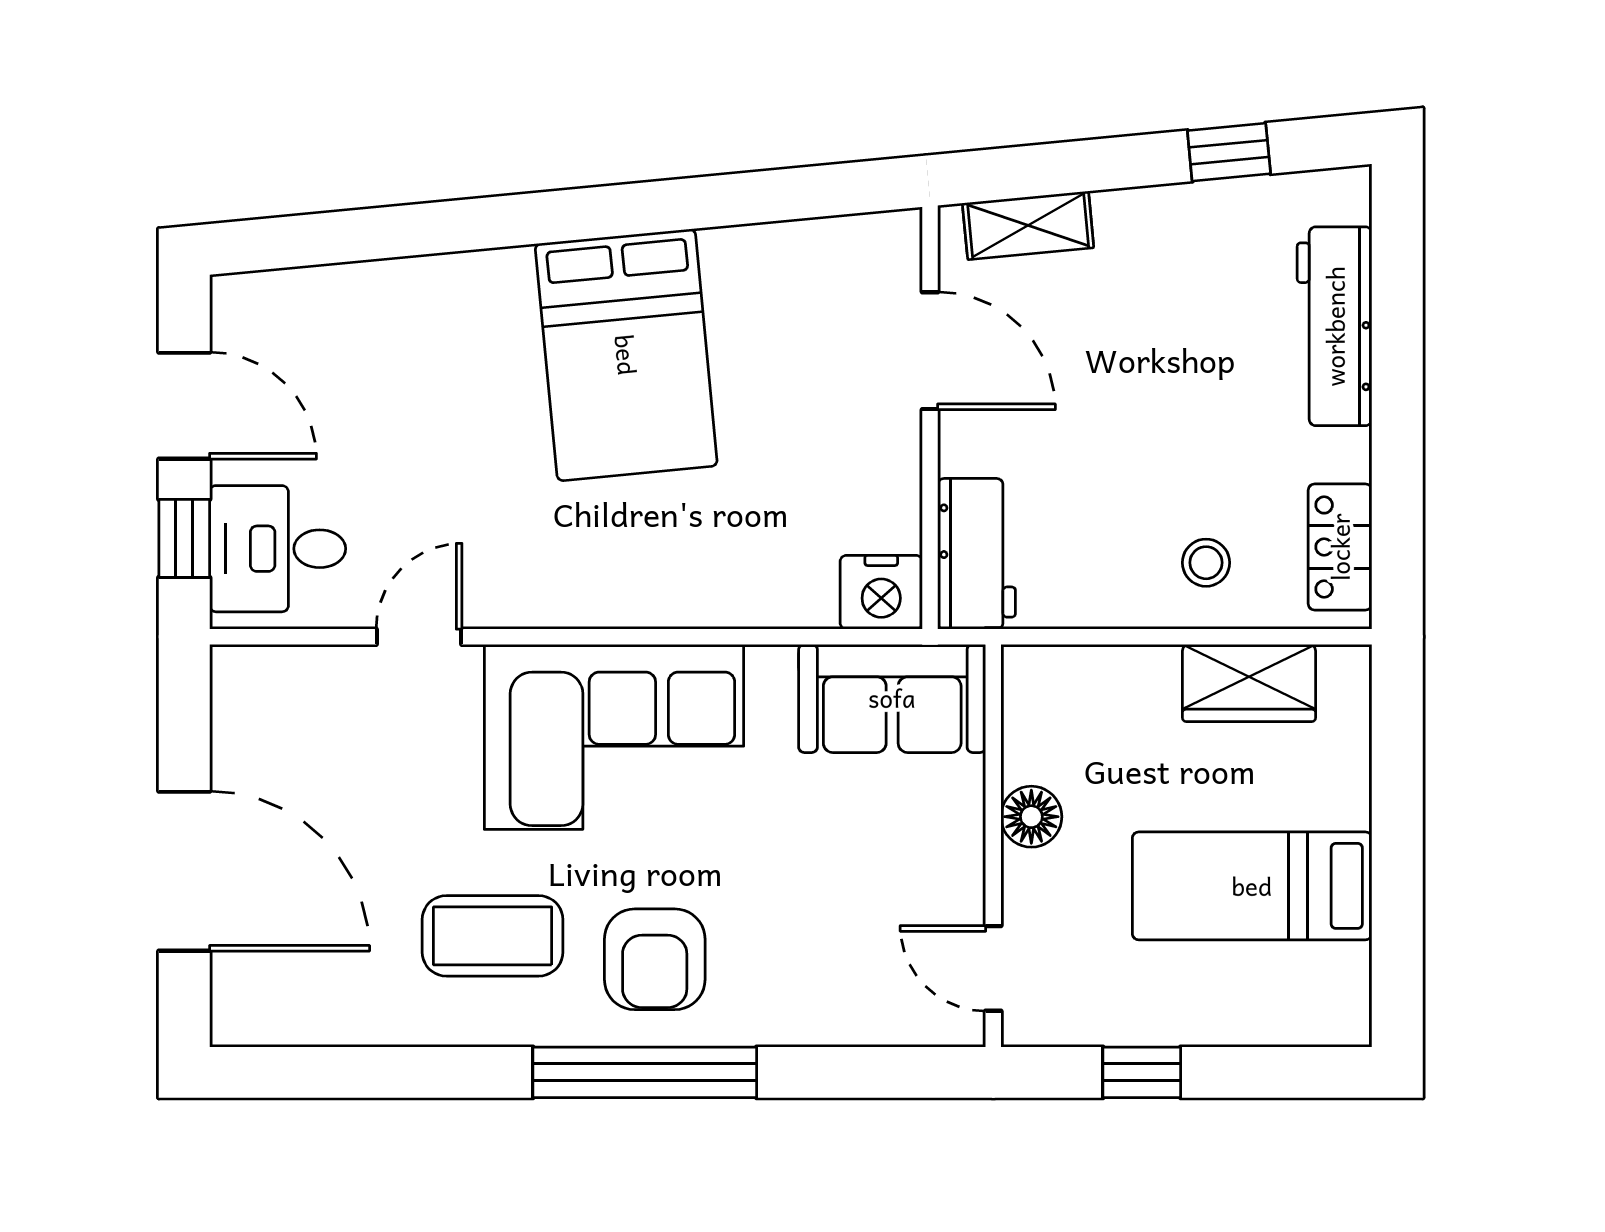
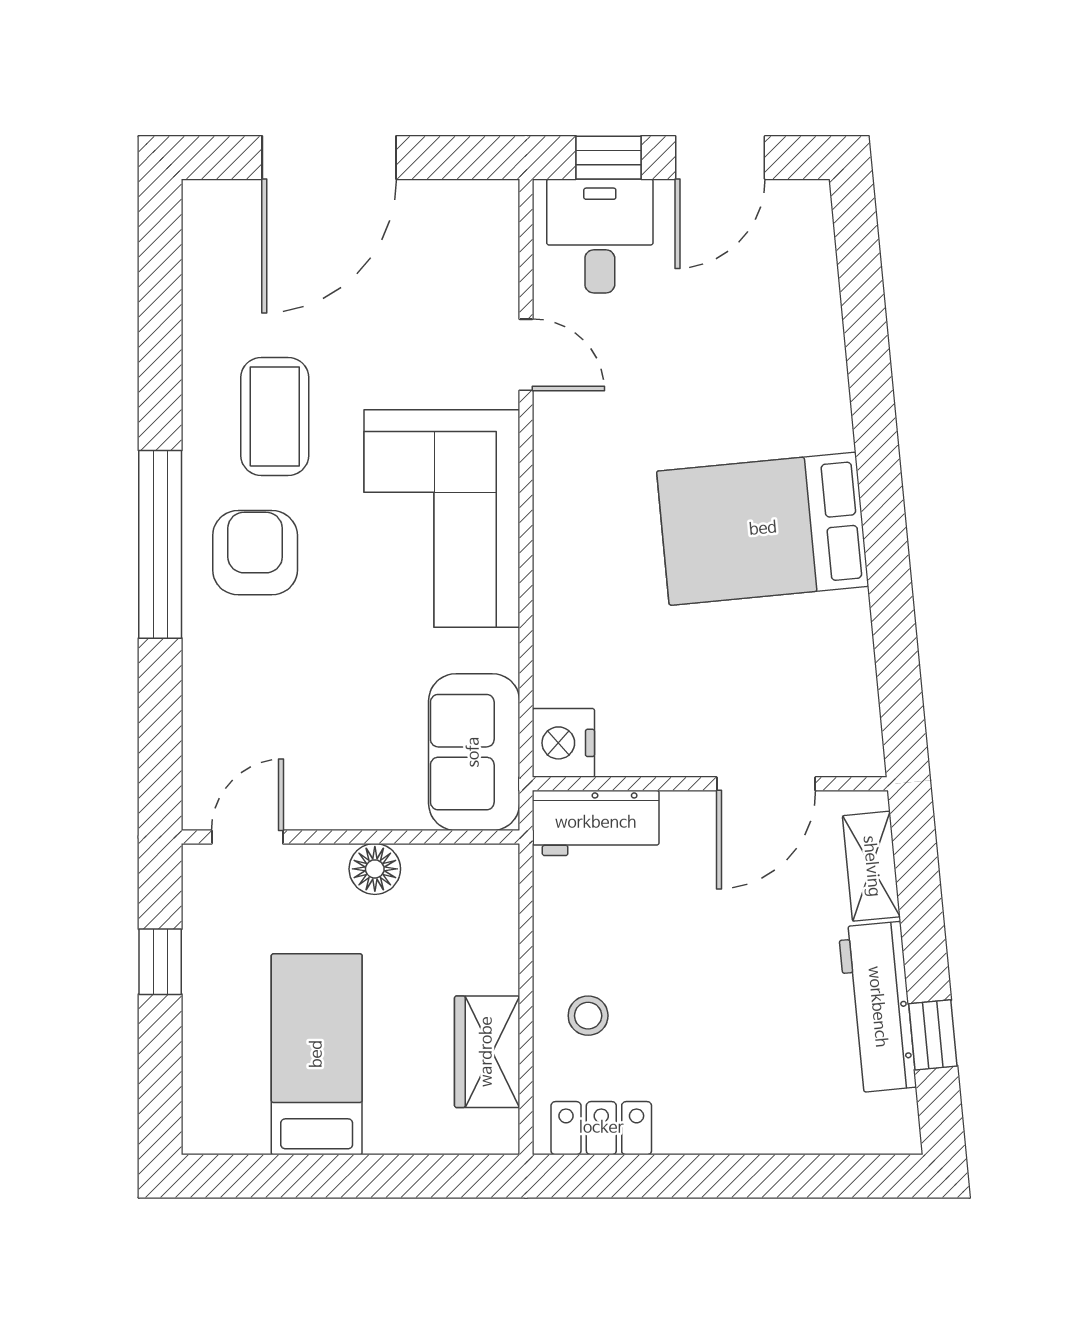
workbench: (1335, 326) -> (877, 1007), moved, turned -95
armchair: (655, 959) -> (255, 553), turned 90

